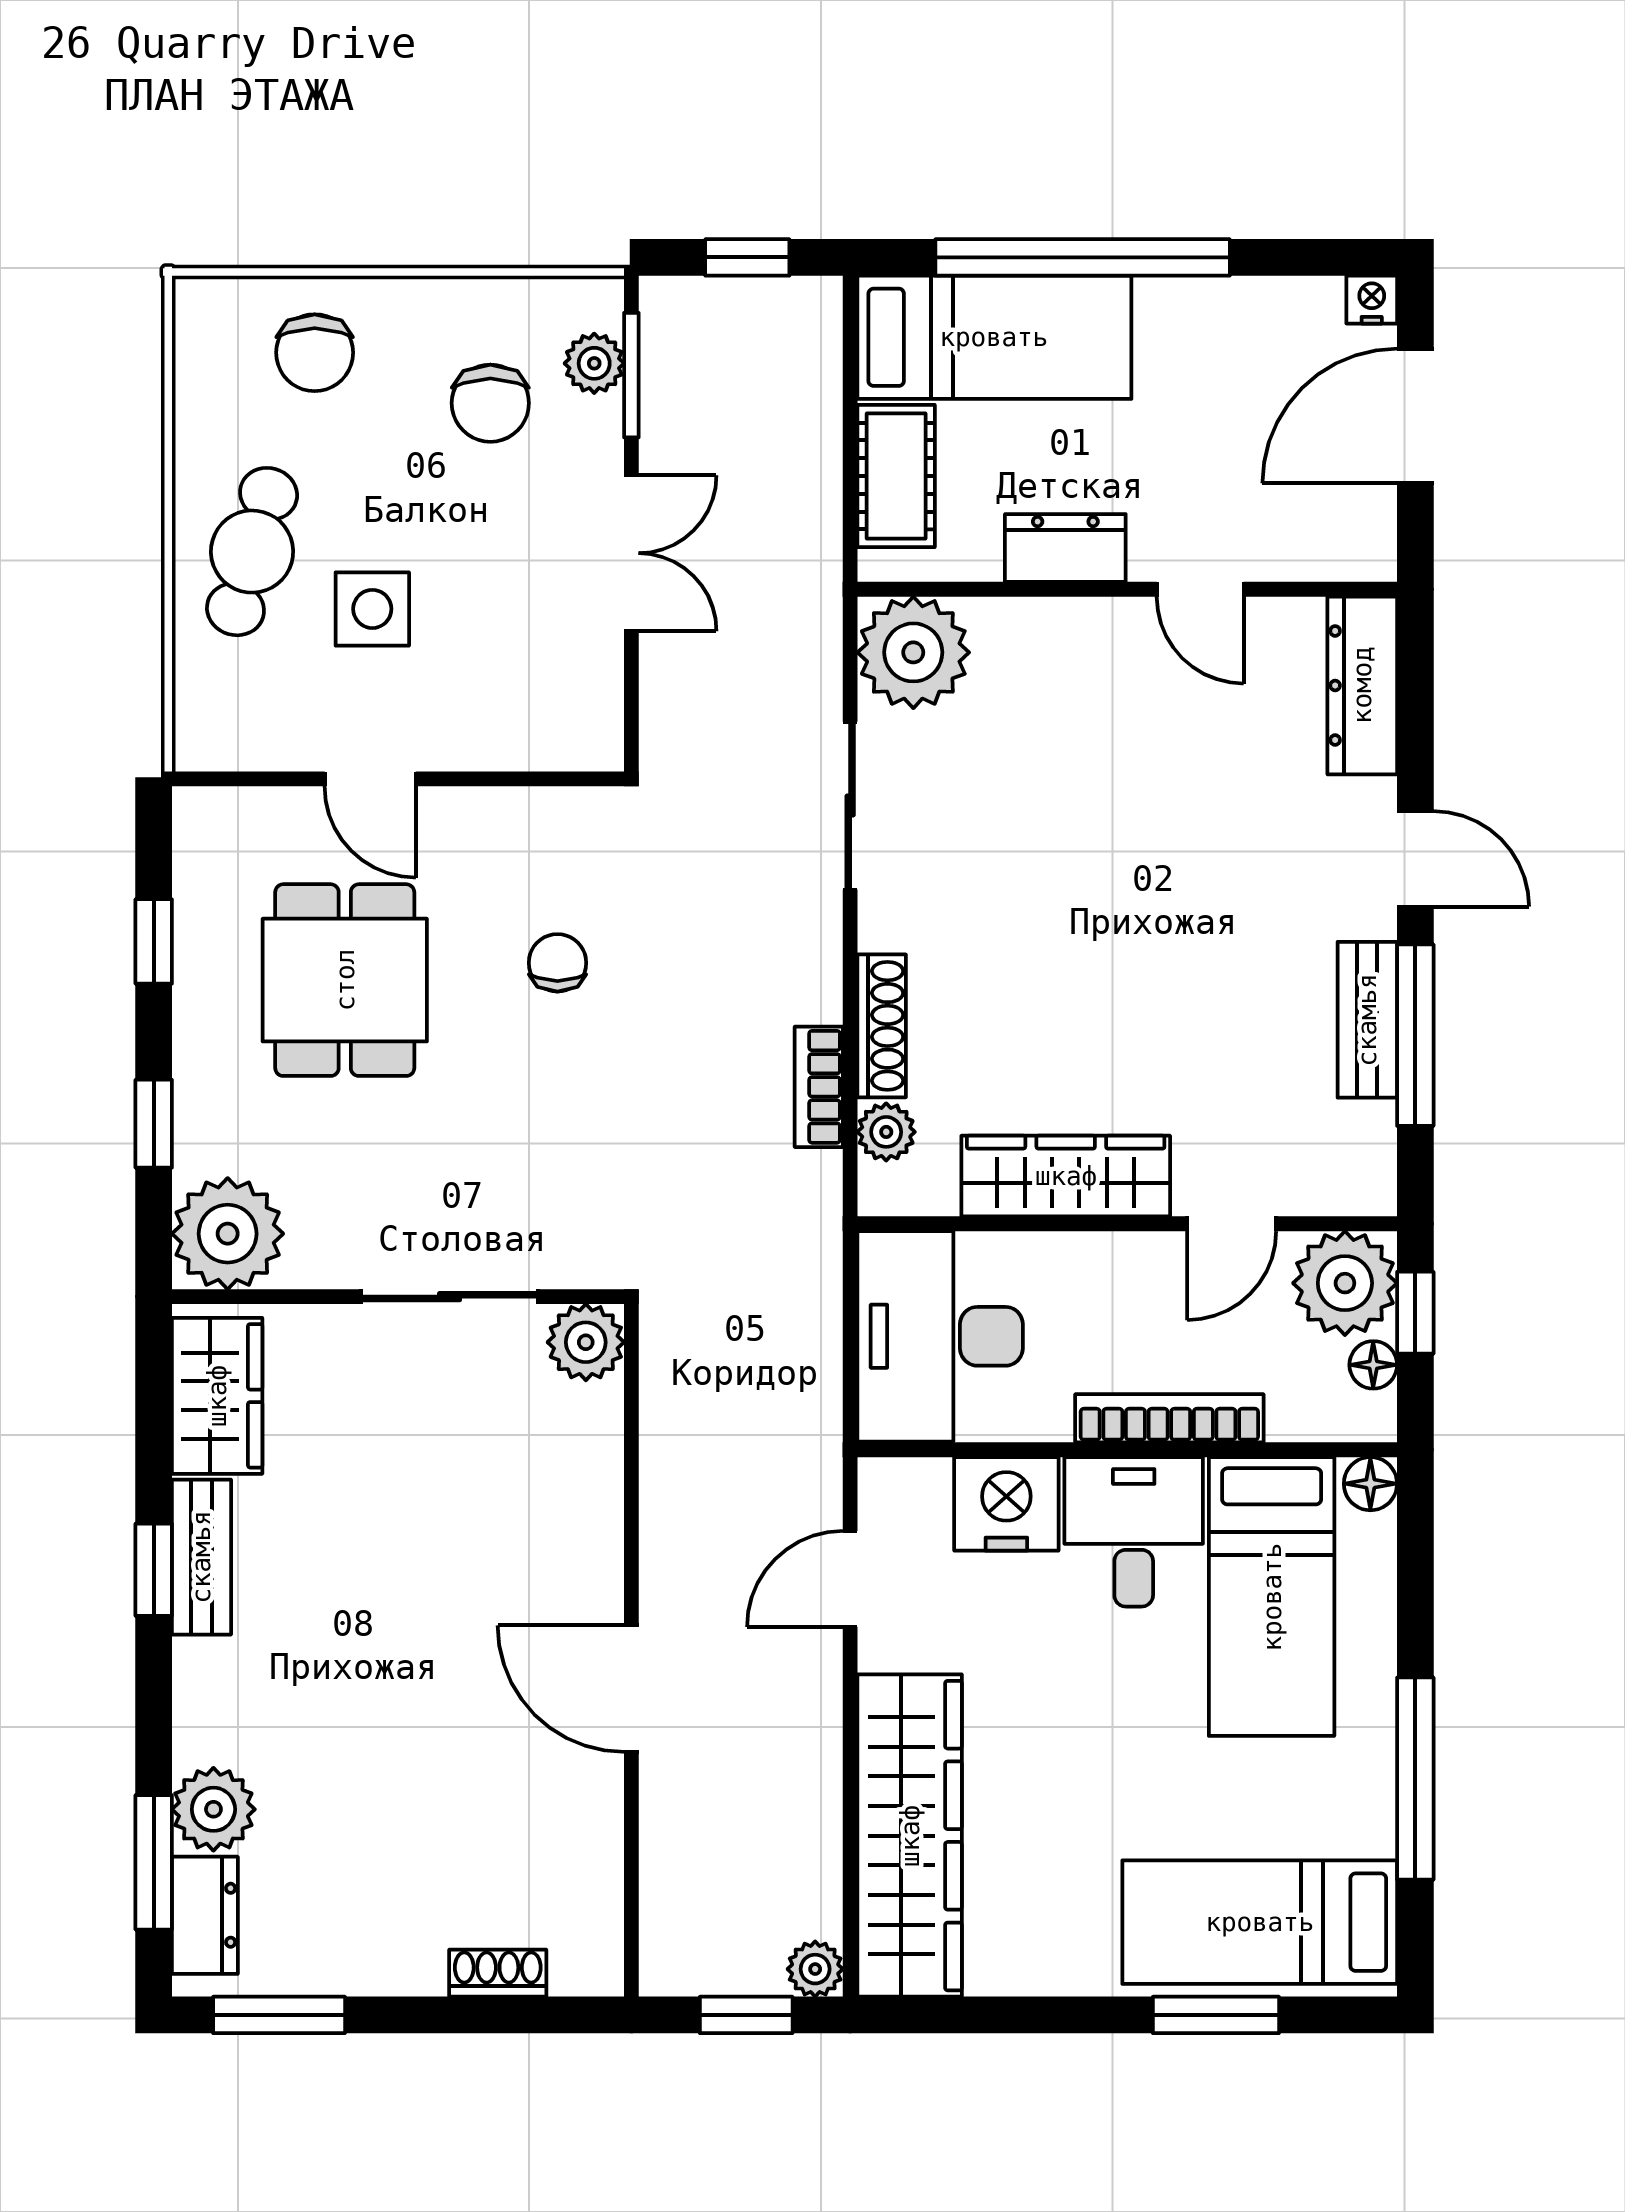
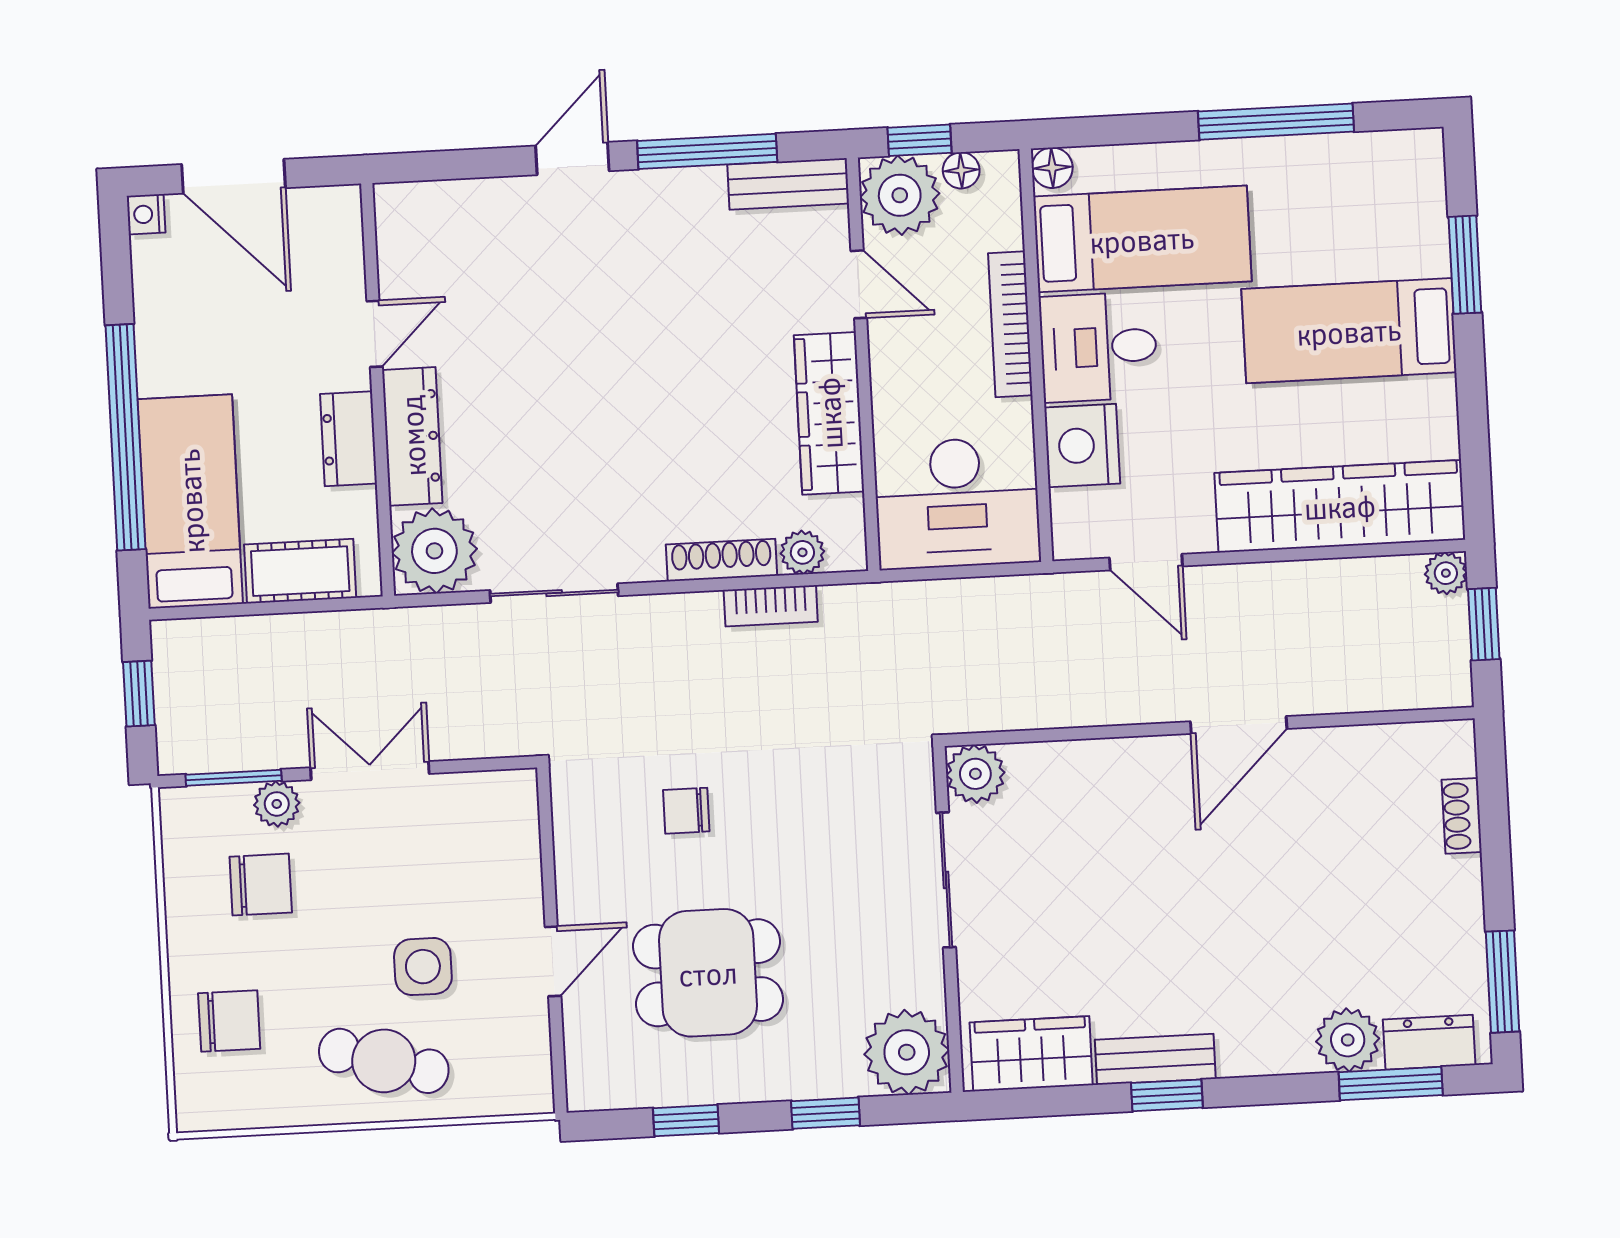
plant: (594, 363) -> (277, 804), moved
dresser: (1362, 685) -> (412, 436), moved, turned -90
bench: (1367, 1020) -> (788, 184), moved
bed: (1260, 1922) -> (1349, 331), moved, turned 90

